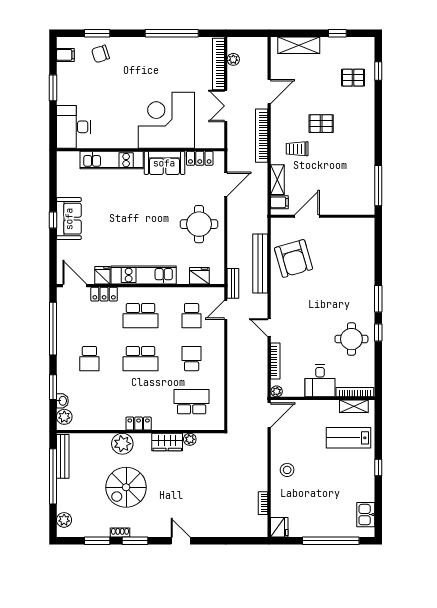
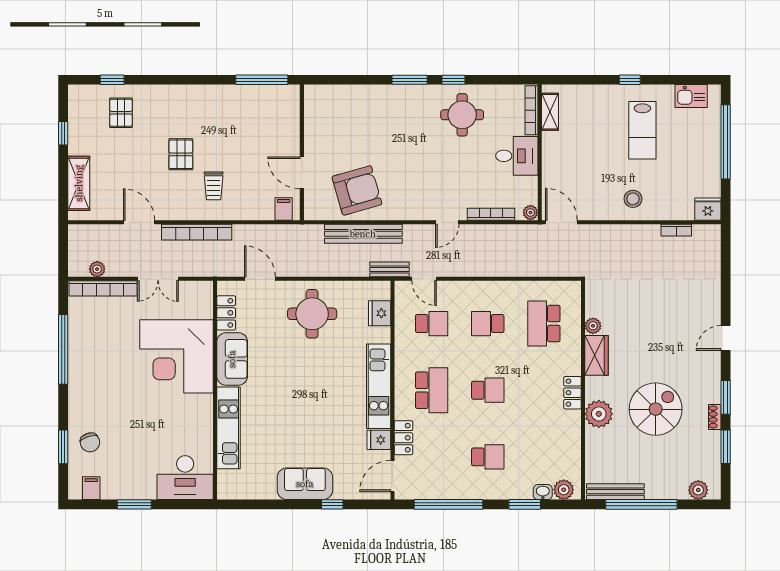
shelving: (277, 180) -> (254, 212), removed
window: (53, 220) -> (332, 504), moved
school desk: (140, 359) -> (488, 390), width x0.54
lab bench: (348, 438) -> (642, 130), moved
spiral stairs: (126, 487) -> (656, 409), turned -90

